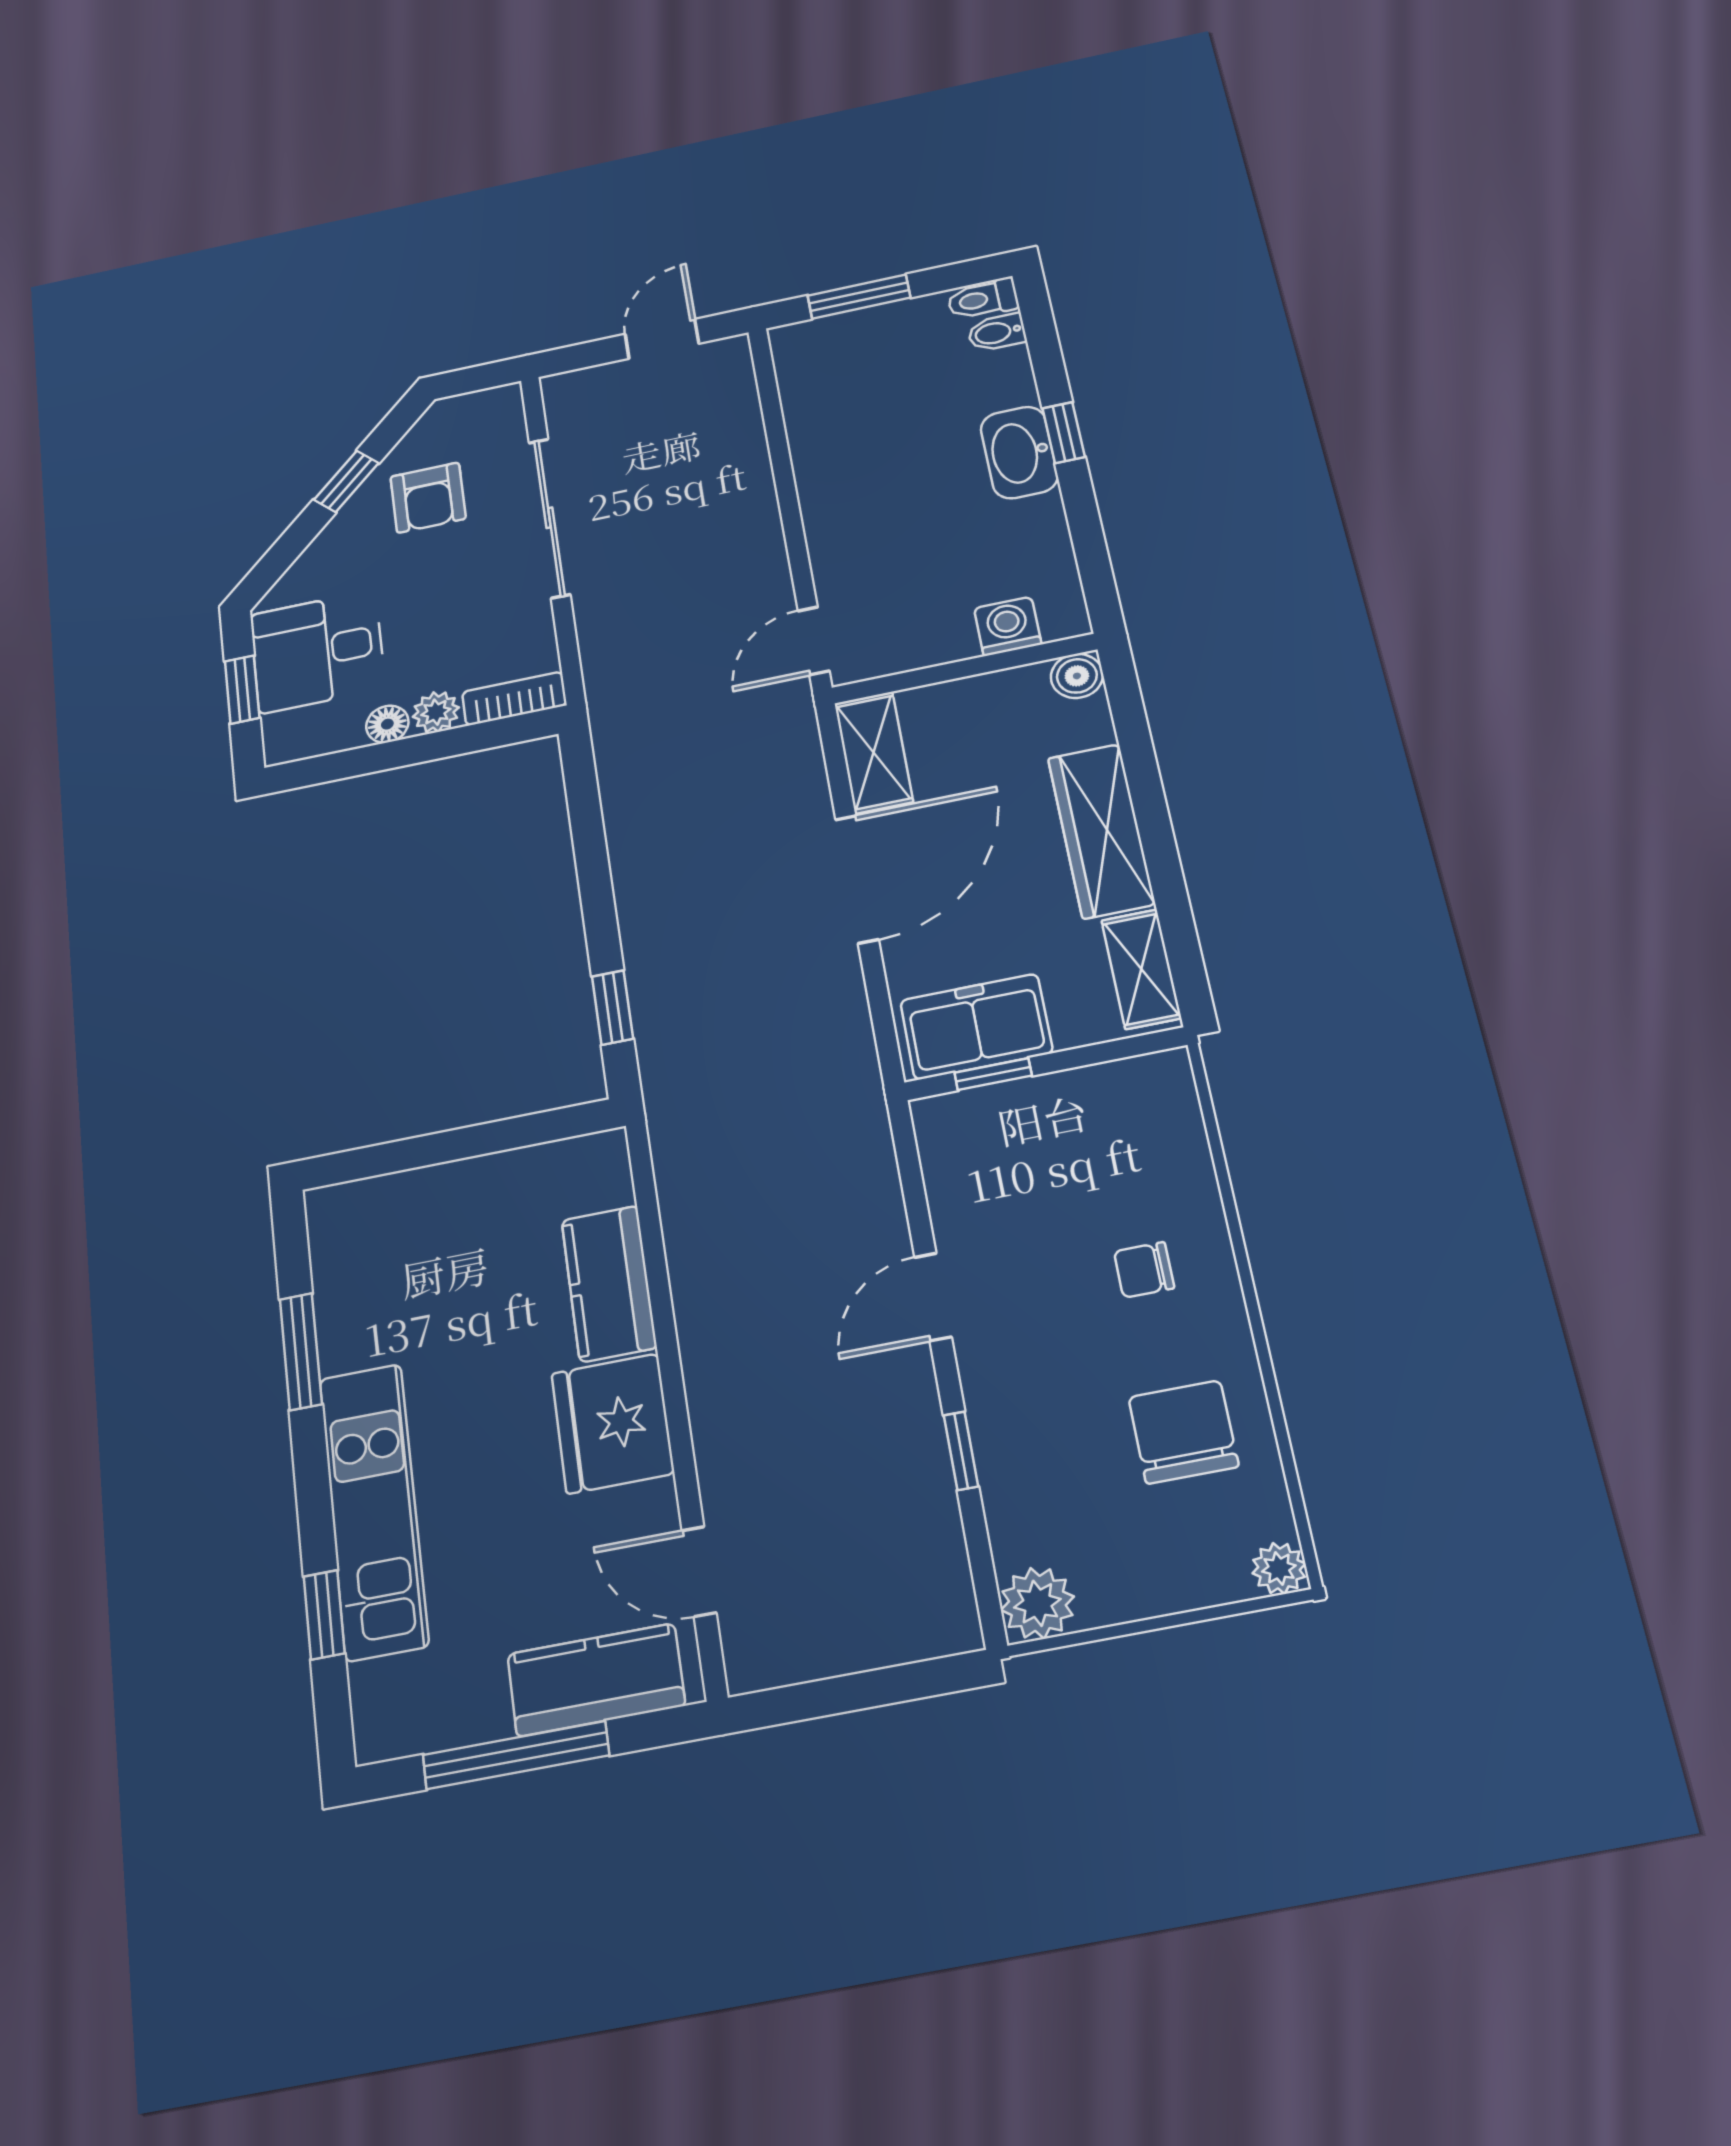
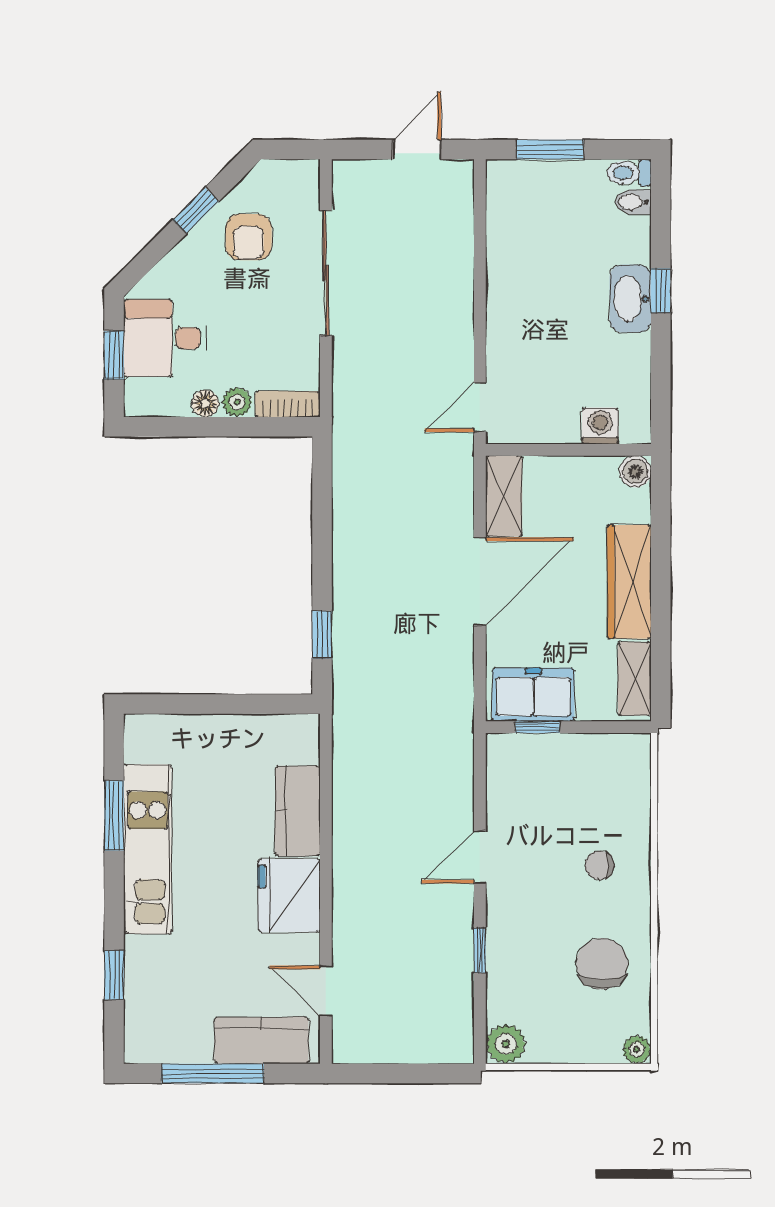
kitchen unit: (373, 1510) -> (148, 849), moved

